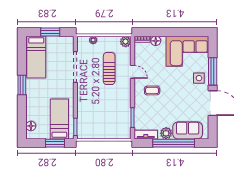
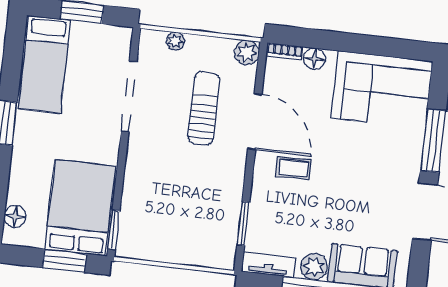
door: (133, 72) -> (255, 122), width x1.88
side table: (199, 78) -> (401, 152), removed
bed: (59, 119) -> (80, 208), width x1.50

